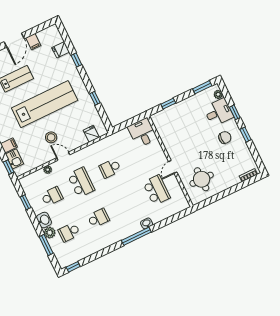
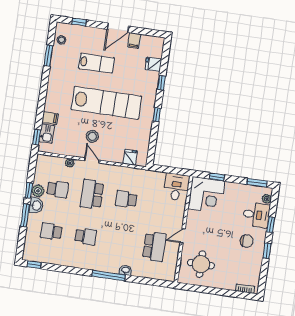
window: (95, 98) -> (157, 115), moved
corner desk: (170, 123) -> (206, 195), added
school desk: (81, 182) -> (92, 194), turned 180
window: (26, 202) -> (29, 190), moved
plant: (50, 233) -> (38, 191), moved
window: (46, 245) -> (25, 215), moved

